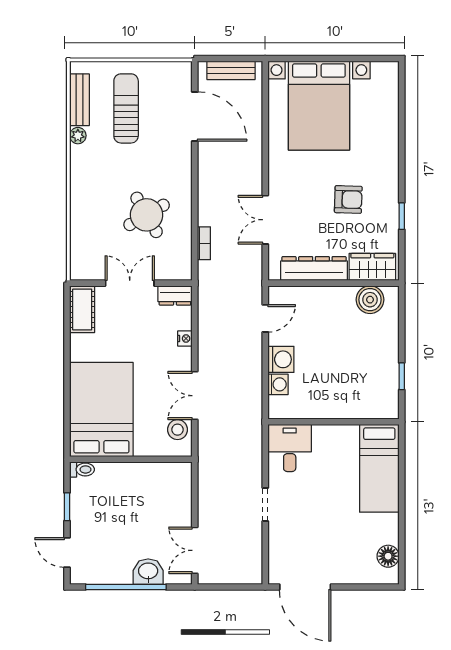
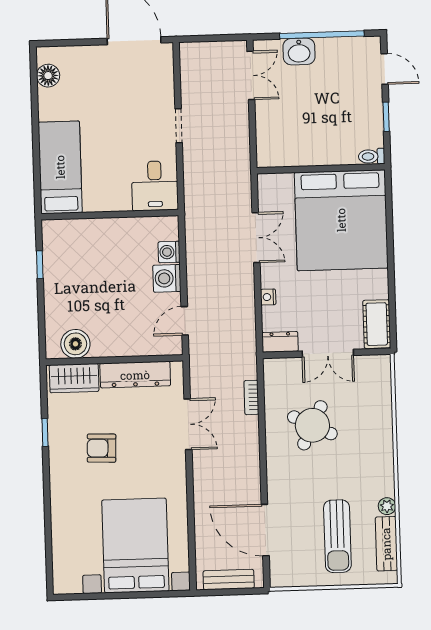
round table: (147, 215) -> (312, 425), turned -34
bed: (101, 410) -> (341, 220), width x1.36
stool: (178, 430) -> (273, 201), removed

